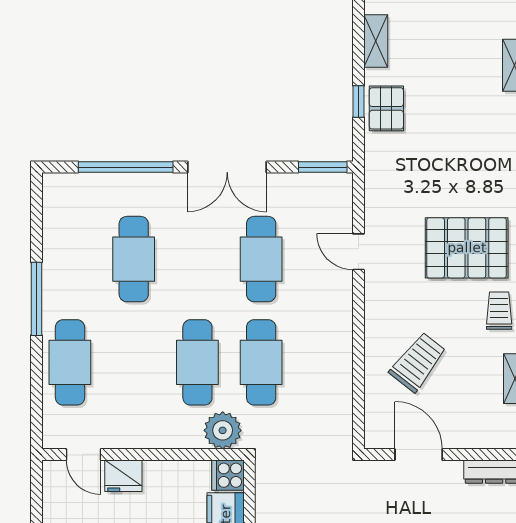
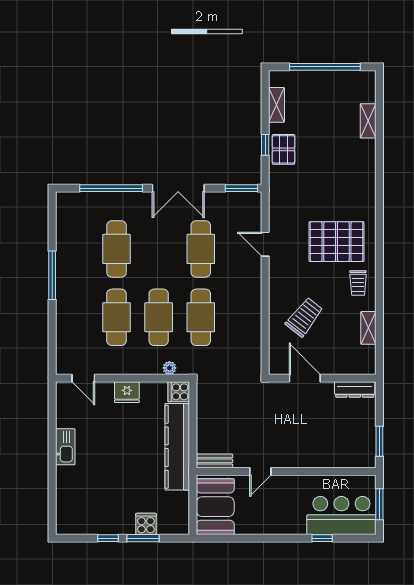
trolley: (499, 311) -> (358, 283), turned 180
cafe table: (70, 362) -> (117, 317), moved
plant: (223, 430) -> (169, 368), width x0.53, depth x0.53
fridge: (123, 476) -> (127, 392), moved

